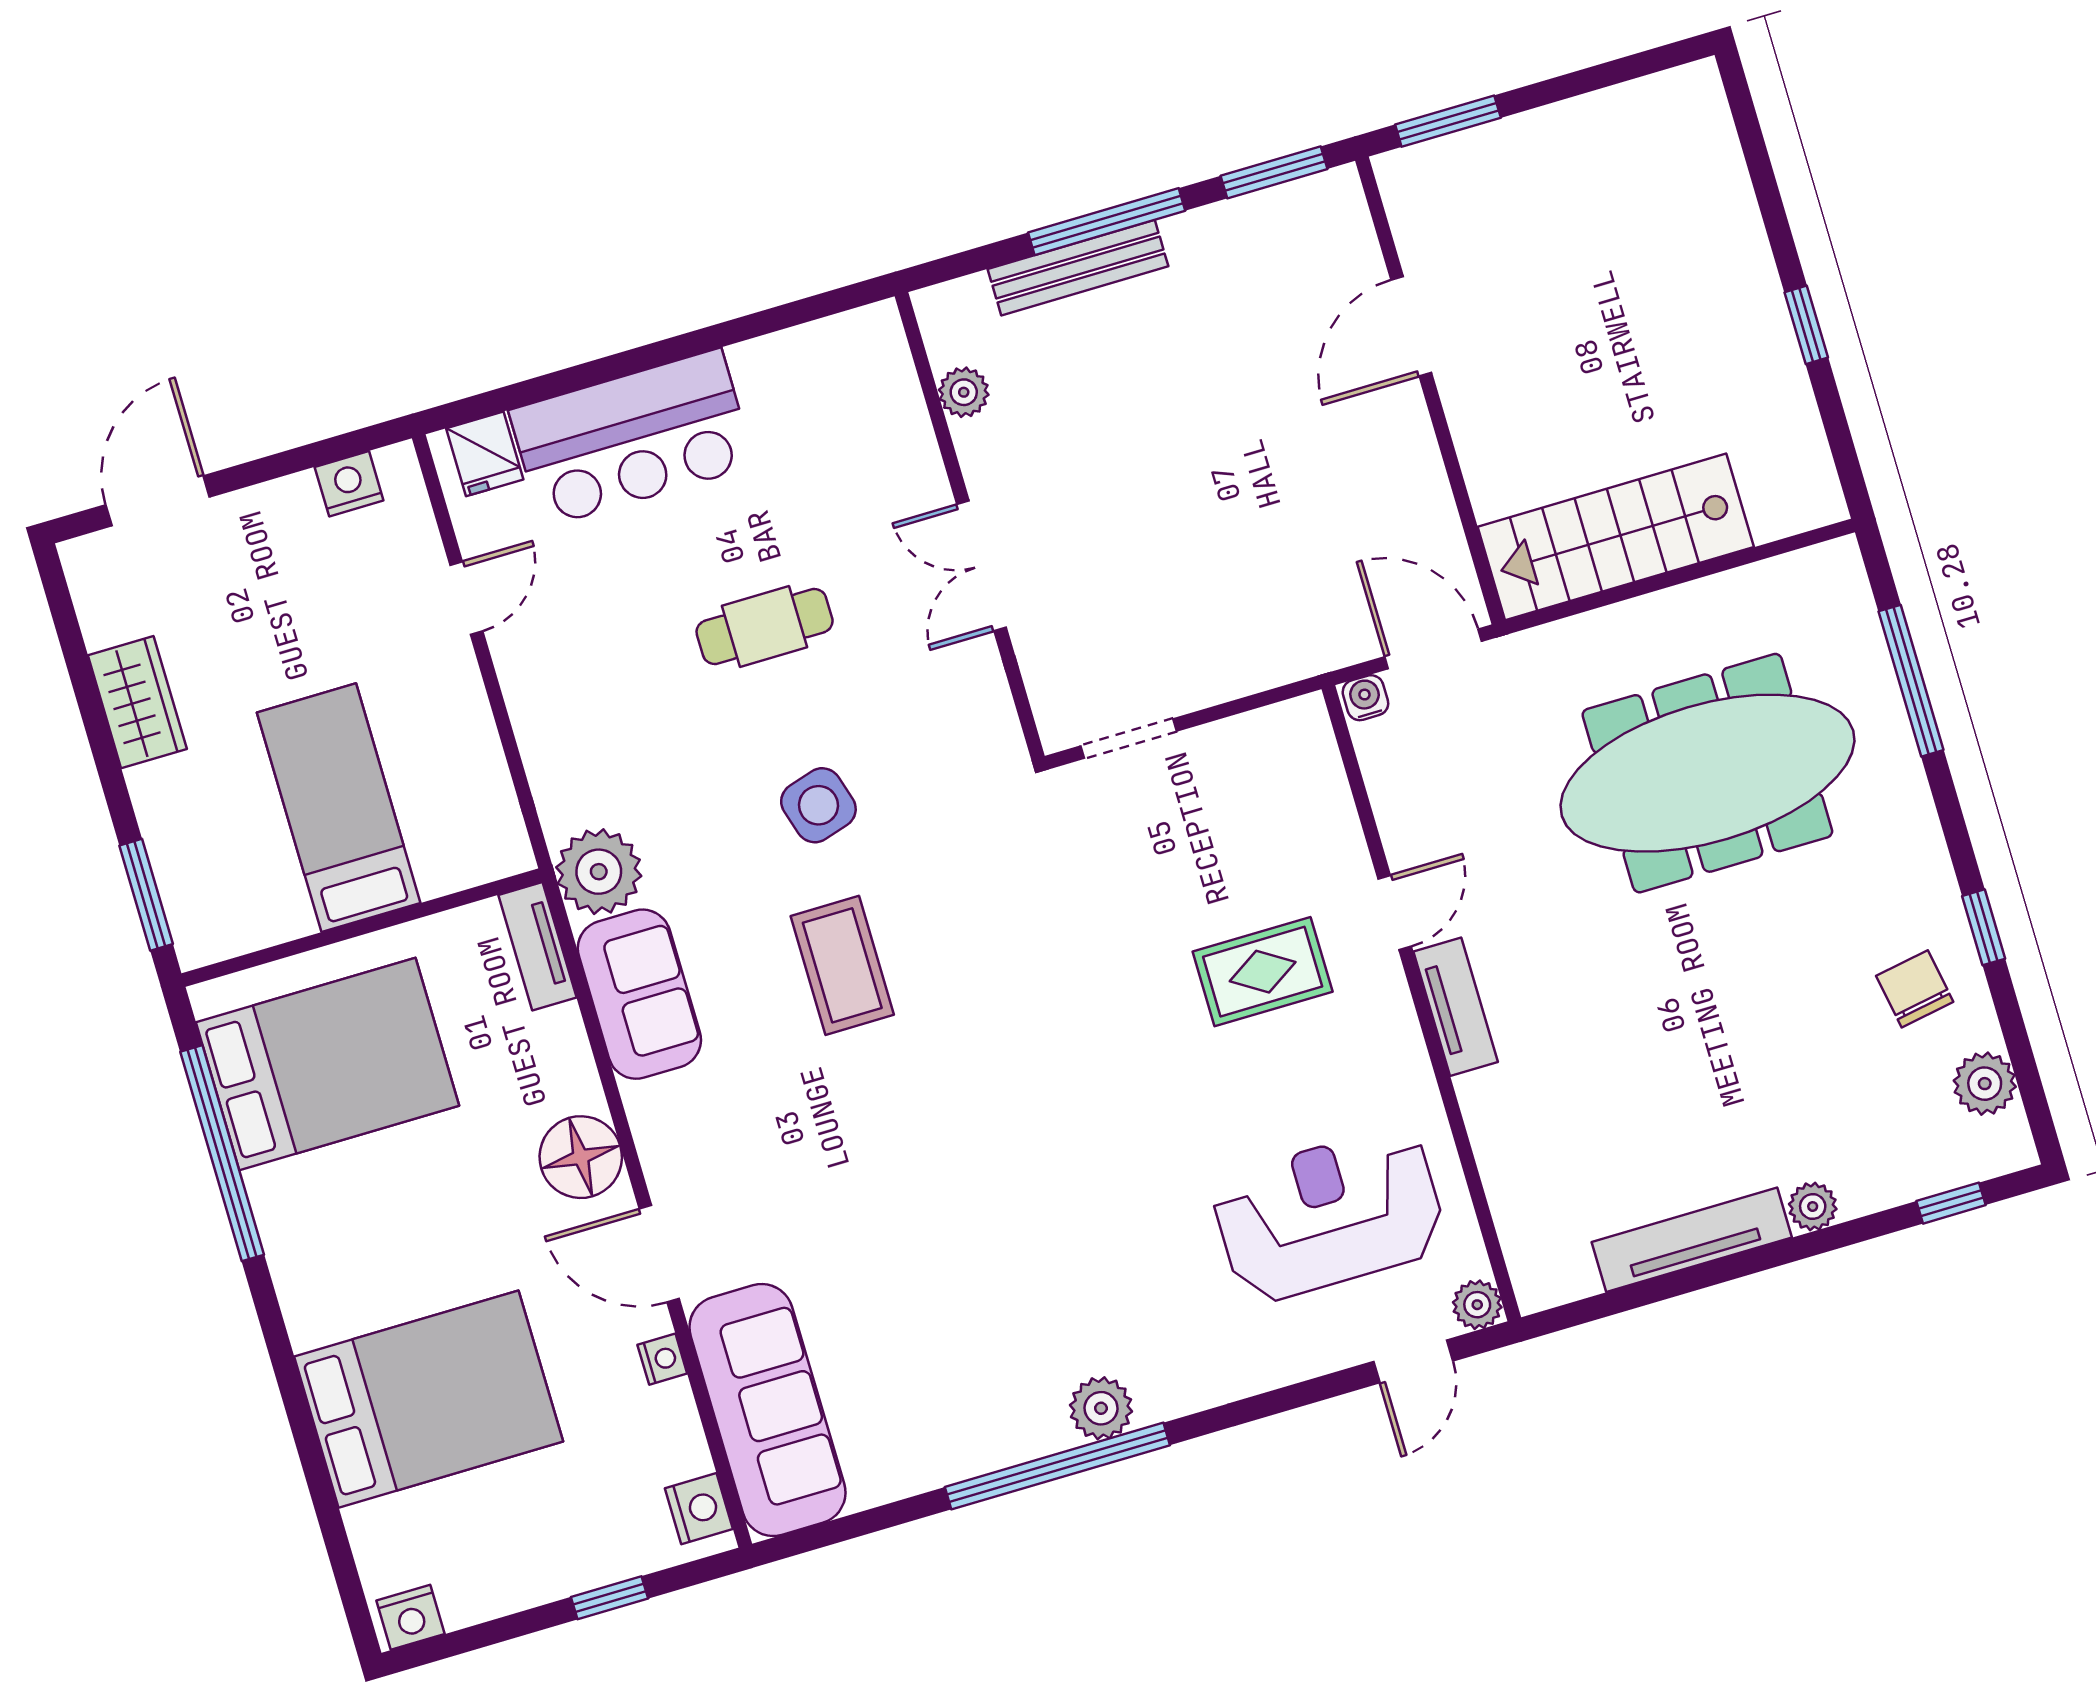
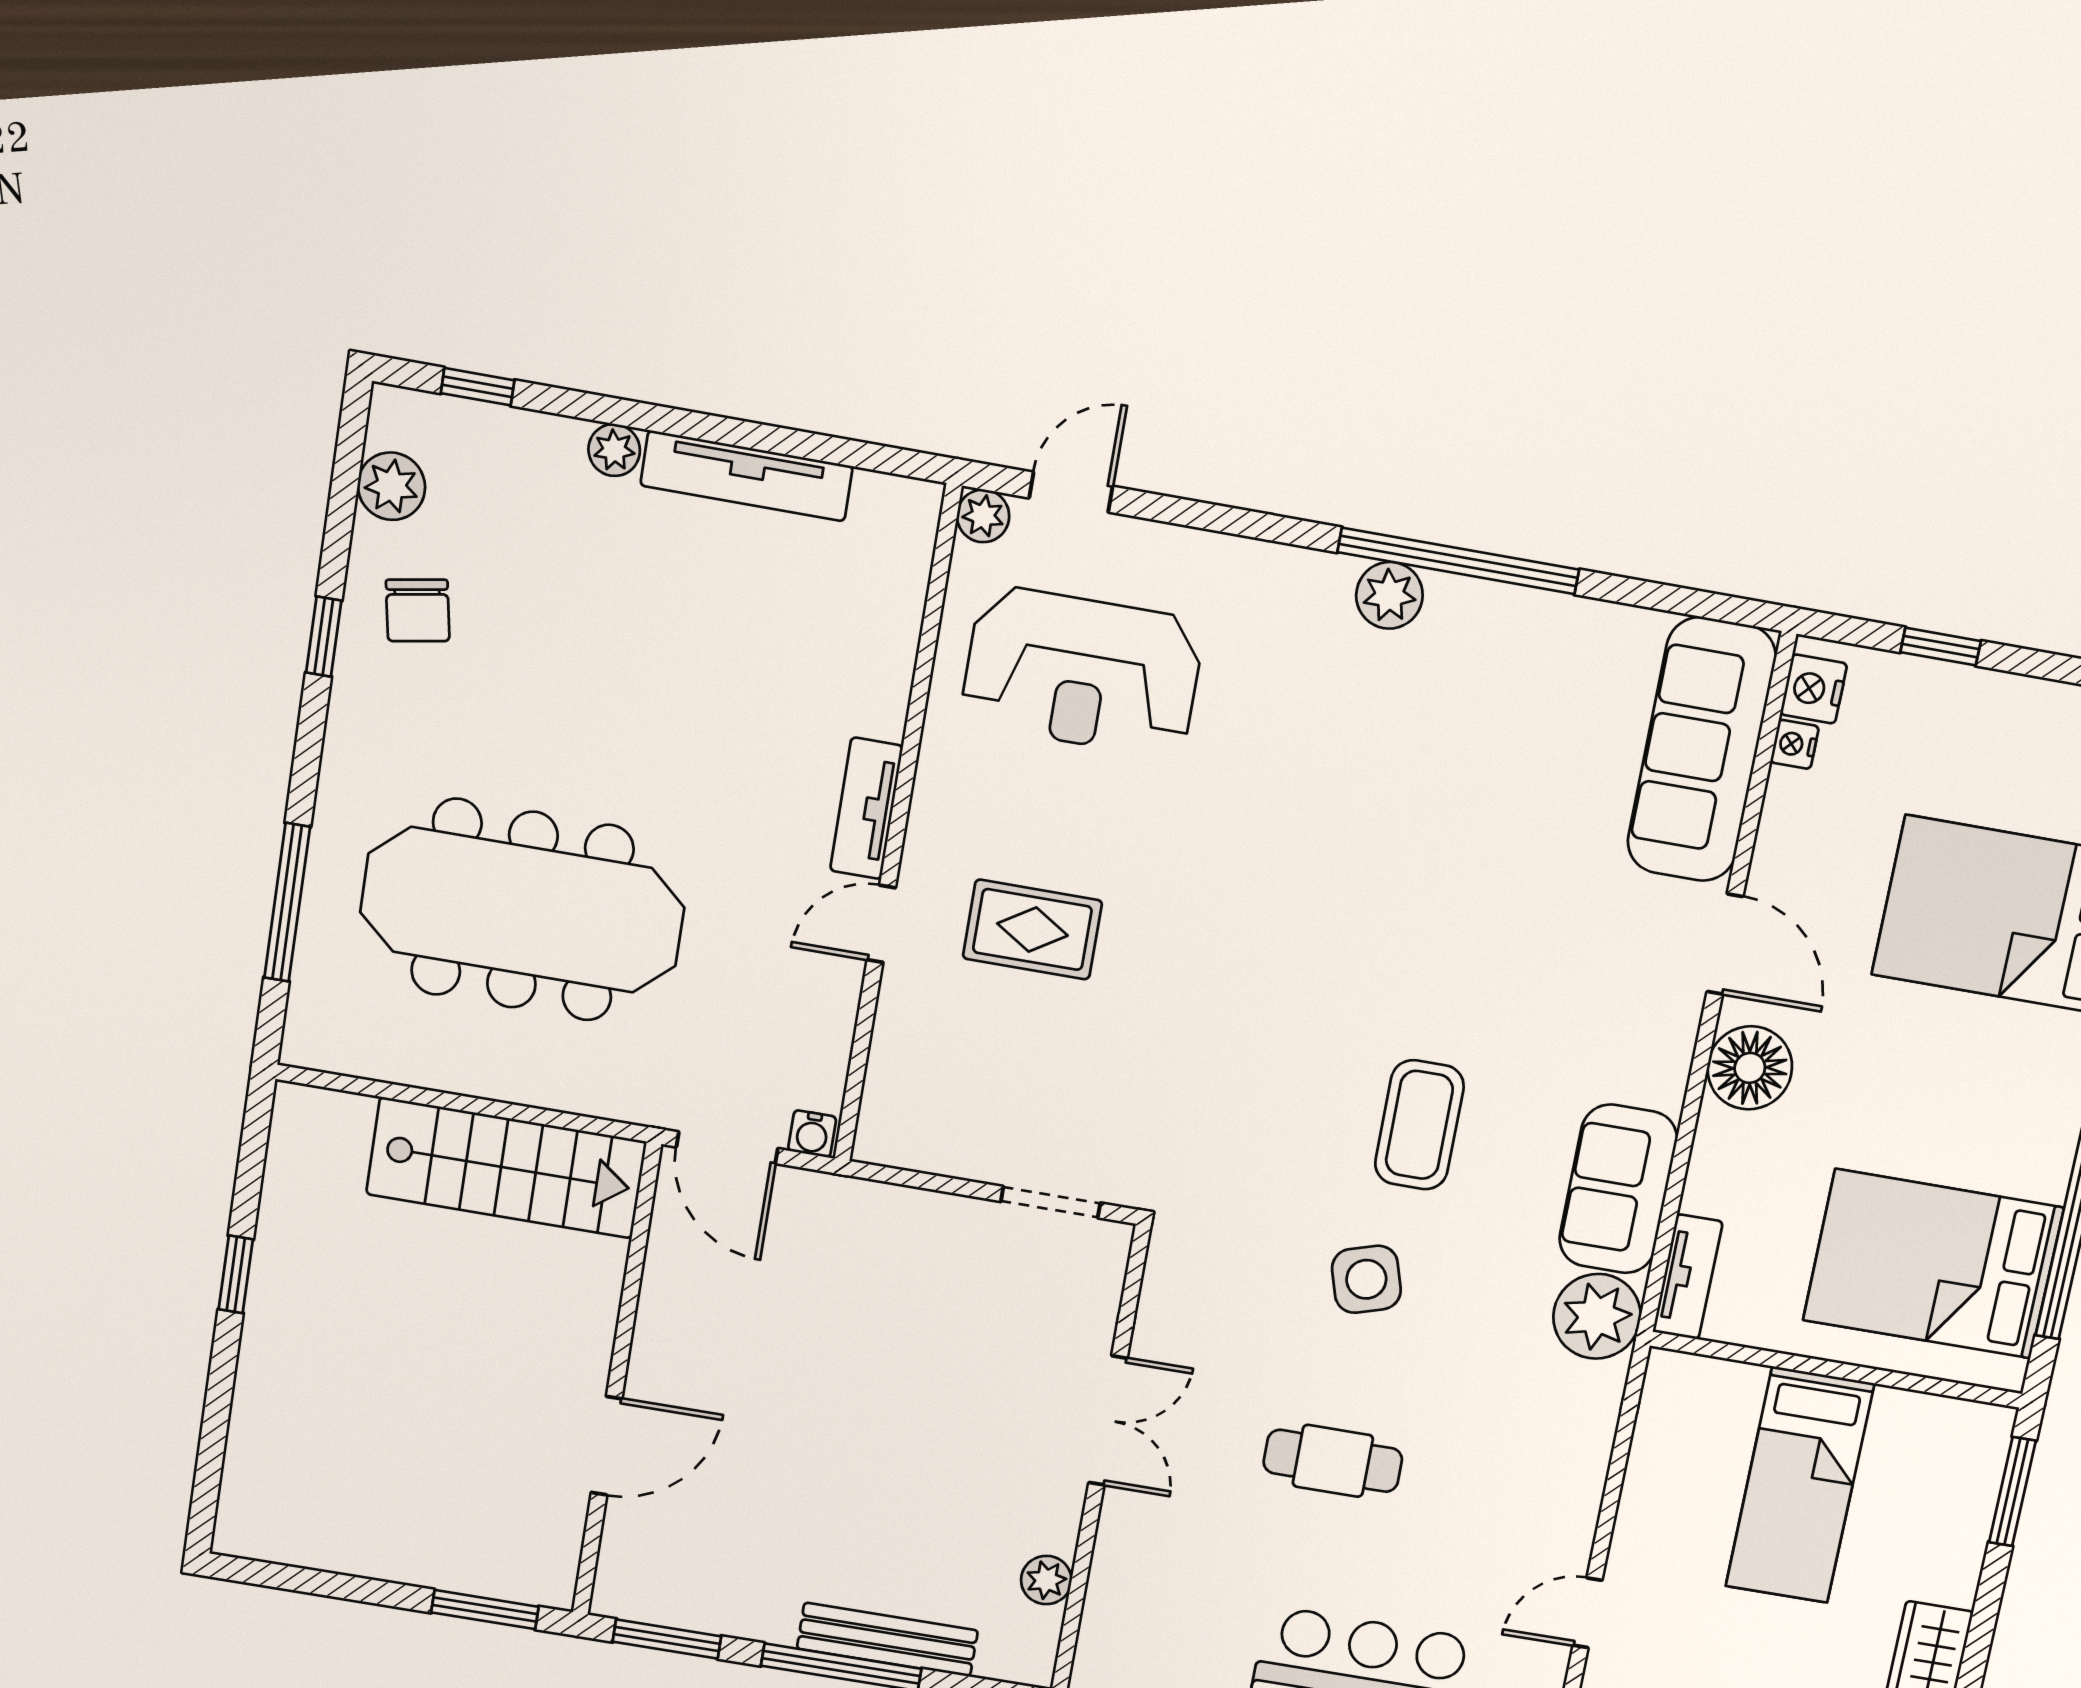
nightstand: (662, 1359) -> (1795, 744), moved

